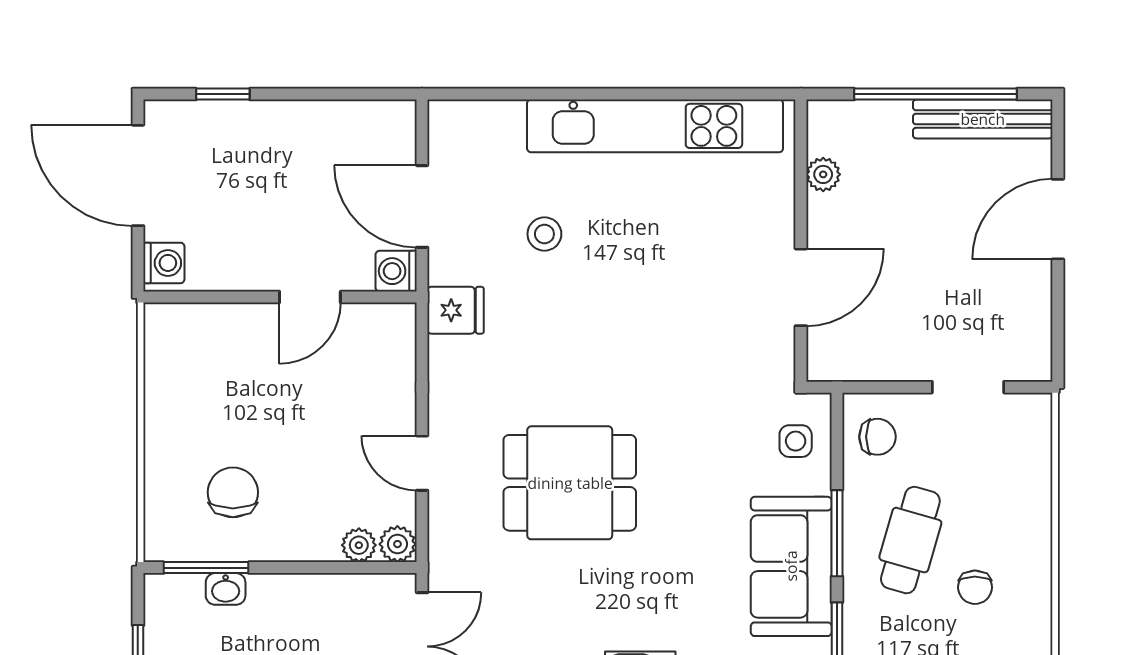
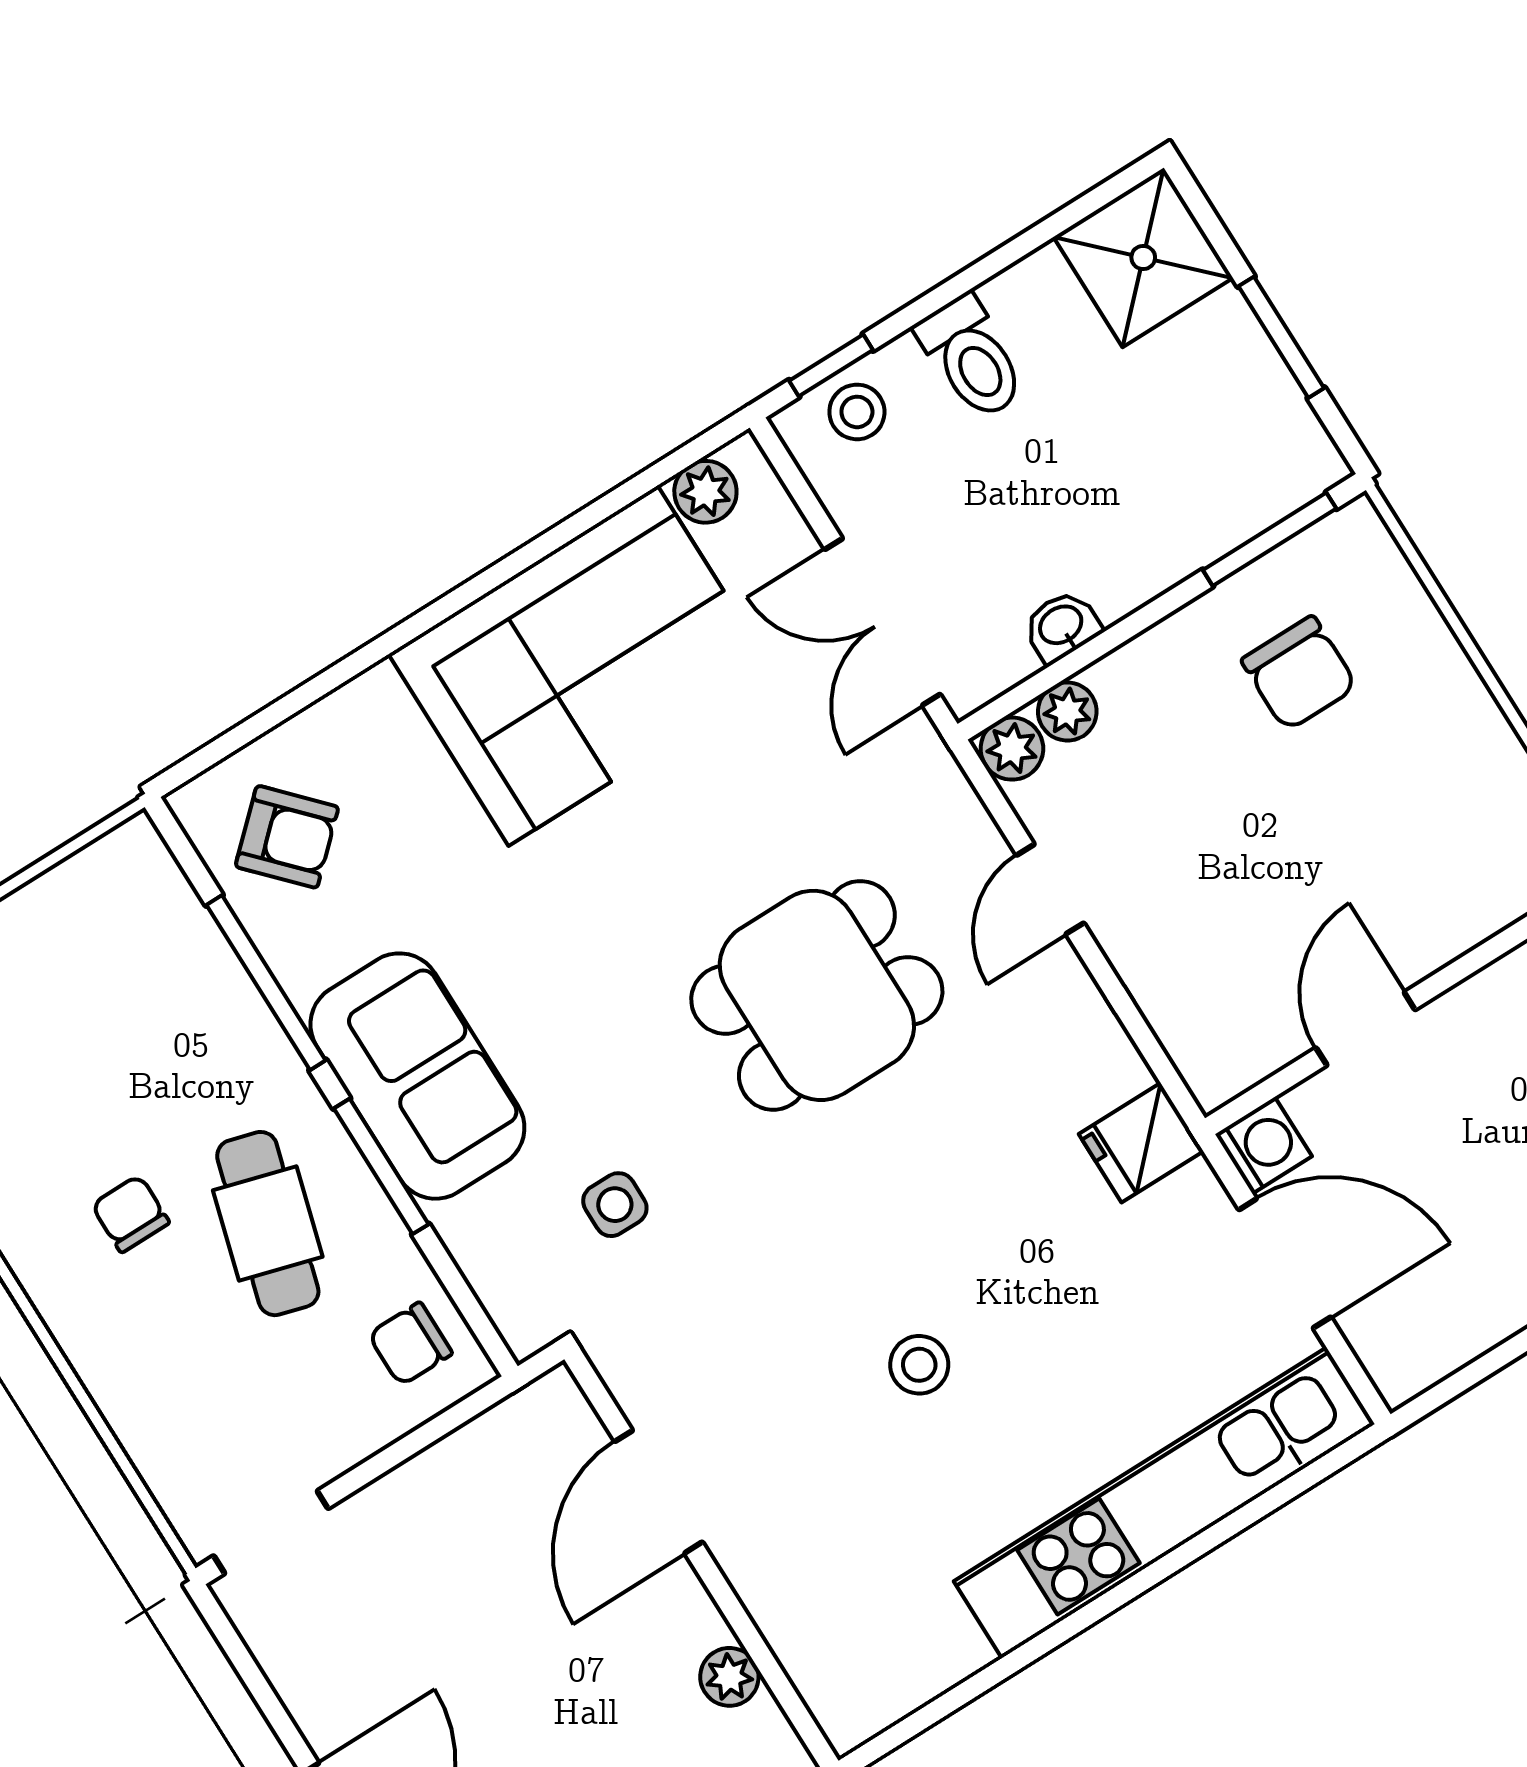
kitchen unit: (655, 126) -> (1164, 1503), moved
stool: (544, 234) -> (919, 1365), moved
doorway: (968, 387) -> (271, 1532), moved
side table: (796, 441) -> (615, 1205), moved
door: (422, 463) -> (1050, 889), swing flipped
washbasin: (226, 589) -> (1062, 626), moved

